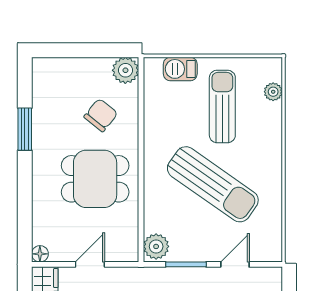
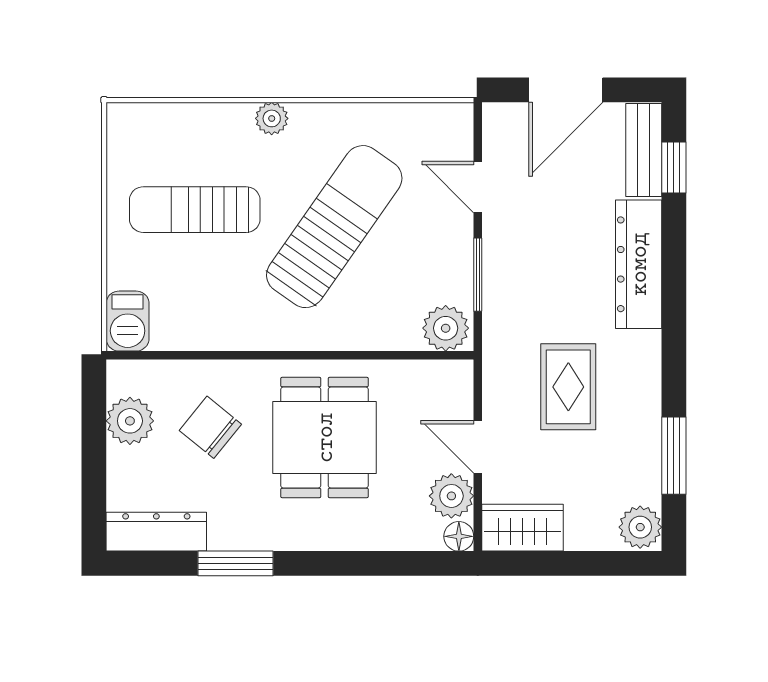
barbecue: (180, 69) -> (128, 321), moved
plant: (125, 70) -> (130, 421), moved
dresser: (43, 85) -> (156, 532), added
plant: (273, 92) -> (272, 118), moved
plant: (62, 250) -> (451, 496), added

